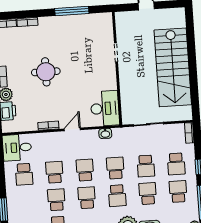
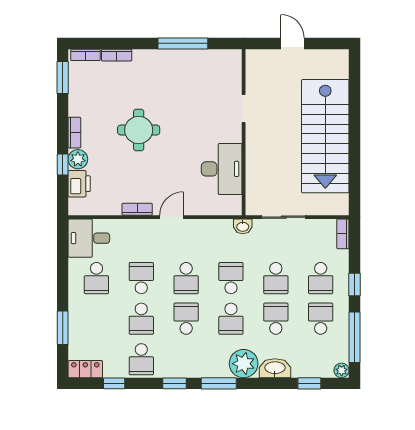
desk: (105, 108) -> (222, 169), moved
washbasin: (105, 133) -> (243, 226), moved
school desk: (85, 170) -> (186, 278), turned 180
school desk: (56, 200) -> (141, 319), turned 180

